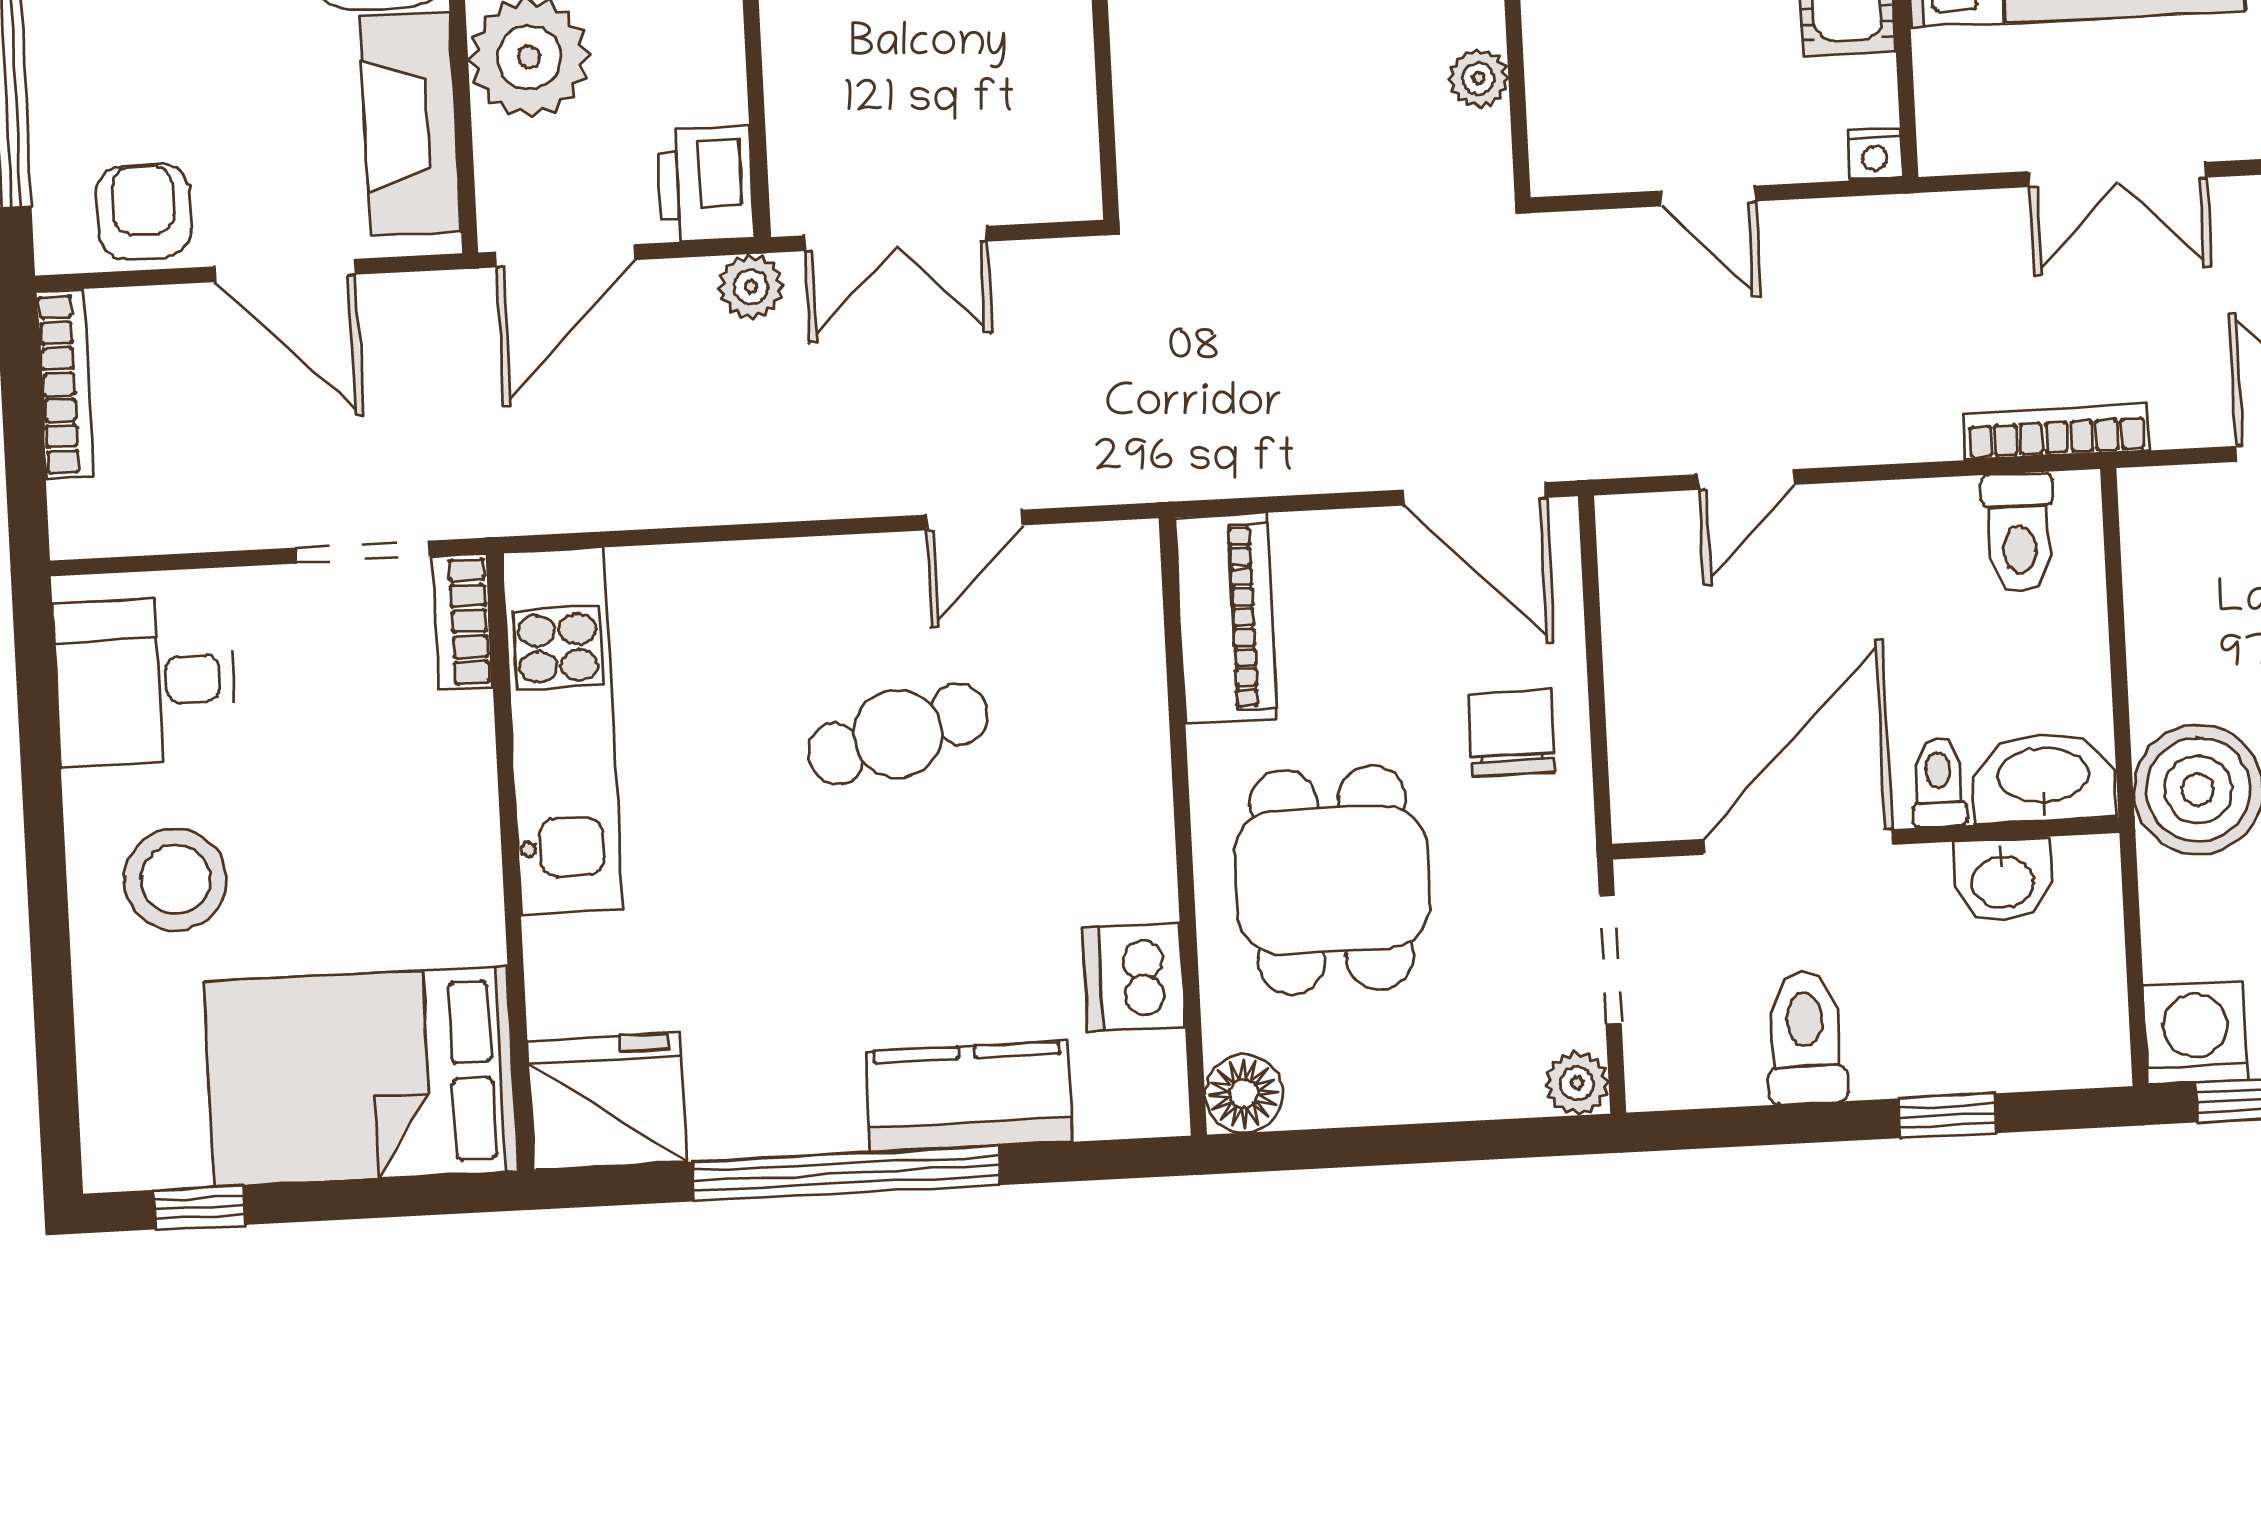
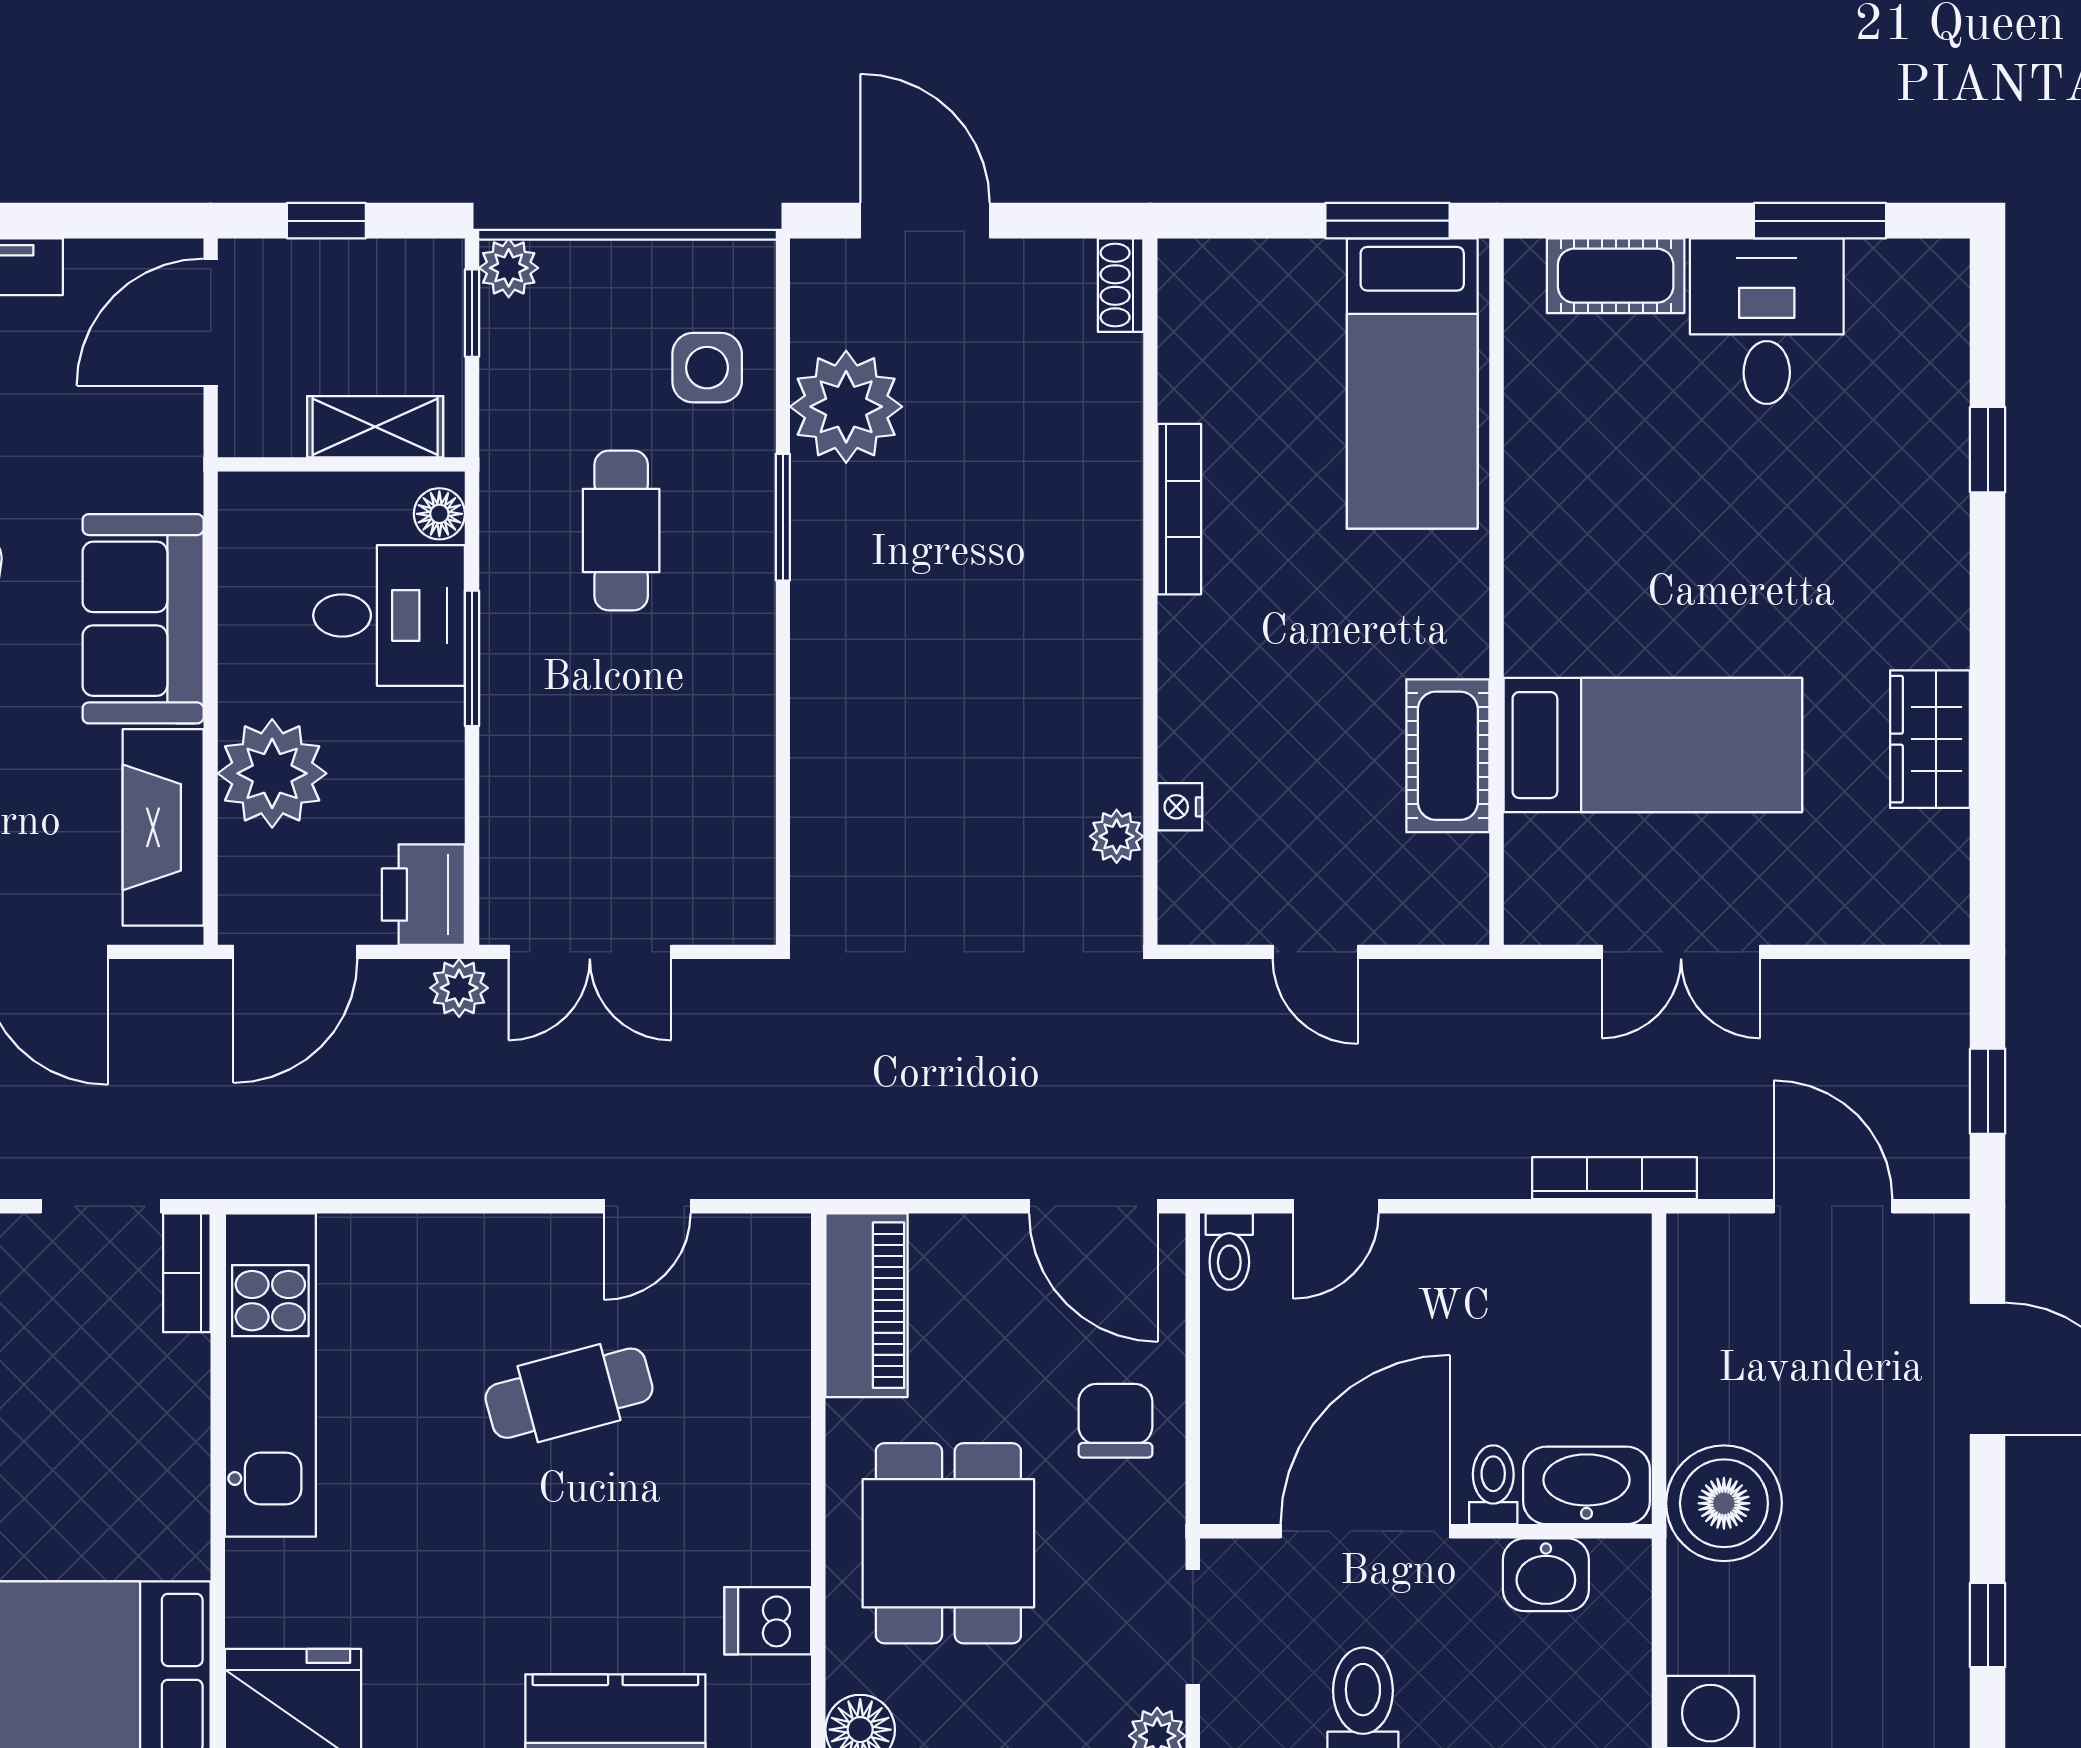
nightstand: (1875, 154) -> (1180, 807), moved, turned 90
toilet: (2019, 533) -> (1229, 1252), moved, width x0.73, depth x0.72
dishwasher: (1134, 977) -> (768, 1621), width x0.73

